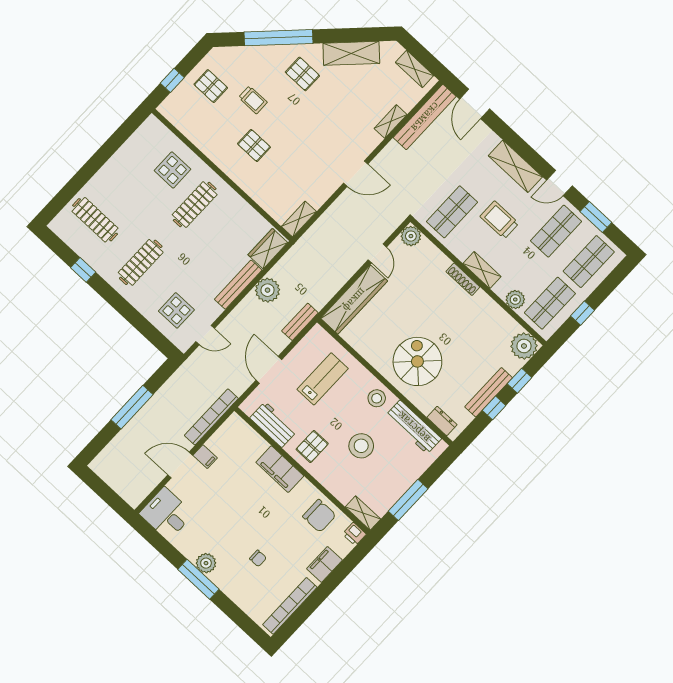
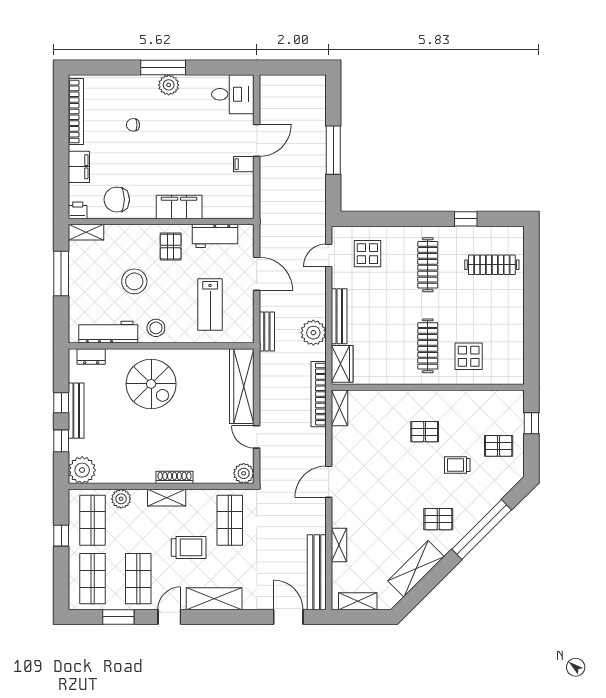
bookcase: (211, 417) -> (319, 394), moved, turned 180

